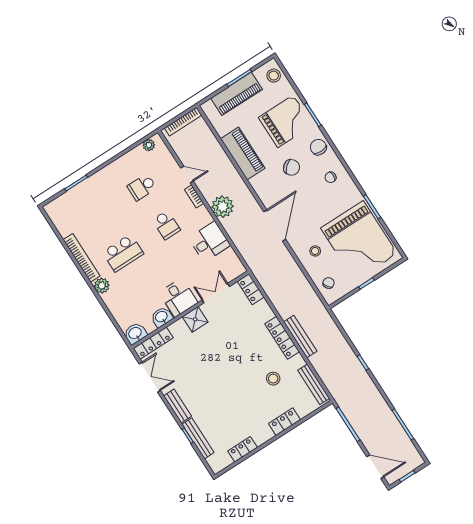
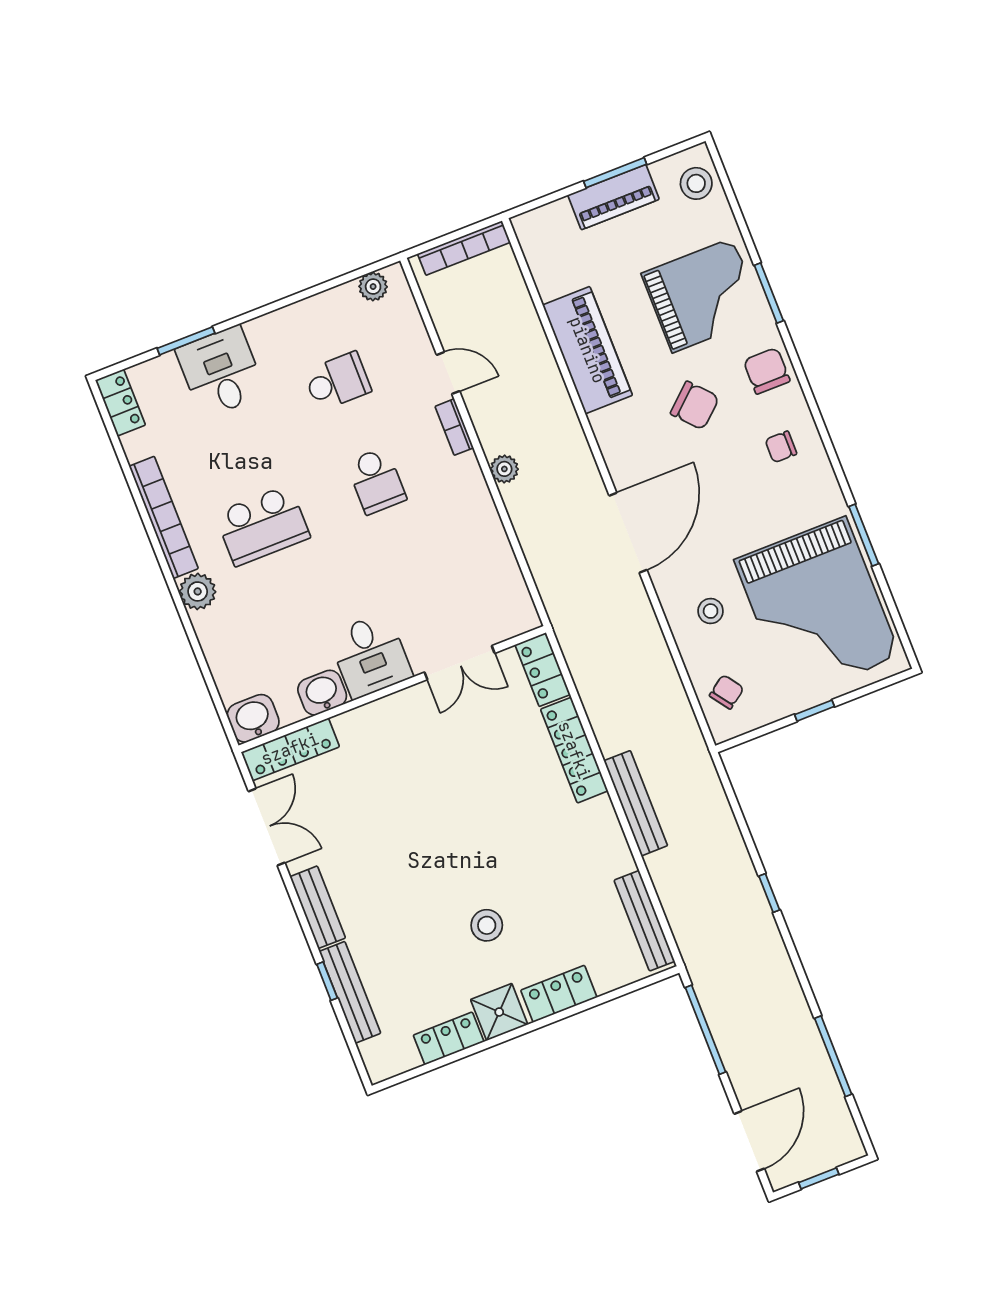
piano: (237, 94) -> (613, 197), width x0.73, depth x0.75
school desk: (142, 187) -> (337, 381), turned 180
plant: (223, 207) -> (504, 469), width x0.53, depth x0.53
locker: (54, 214) -> (120, 403), added
desk: (209, 242) -> (221, 372), moved, turned -90
double door: (216, 293) -> (460, 663), swing flipped
shower: (195, 319) -> (499, 1012), moved
locker: (282, 338) -> (574, 750), moved
stool: (273, 379) -> (487, 925), moved
door: (375, 467) -> (749, 1141), hinge flipped

